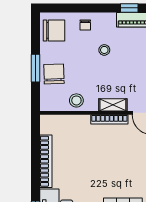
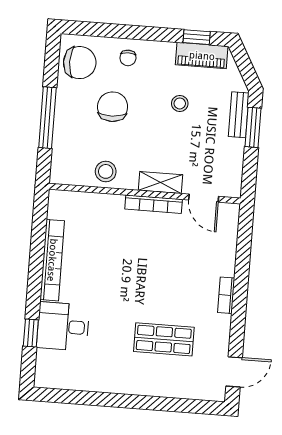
stool: (104, 50) -> (180, 103), moved
window: (36, 68) -> (47, 118), width x1.44
chair: (54, 74) -> (113, 107), moved

